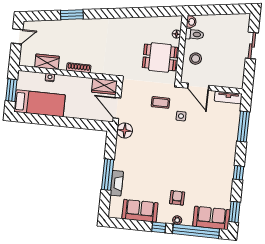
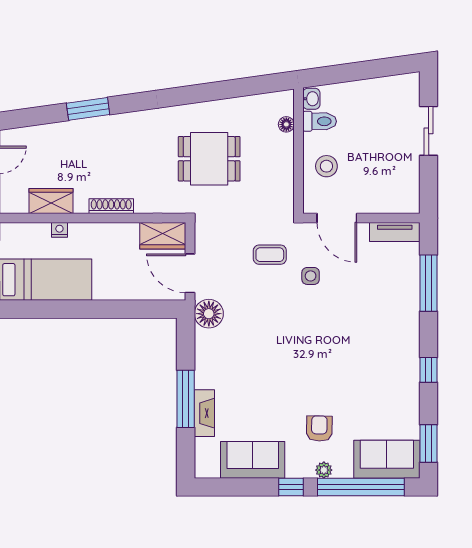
dining table: (160, 57) -> (209, 159), moved

